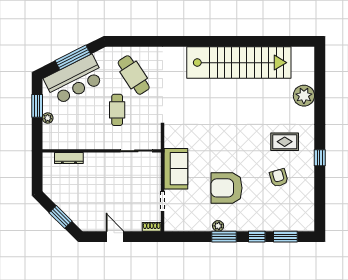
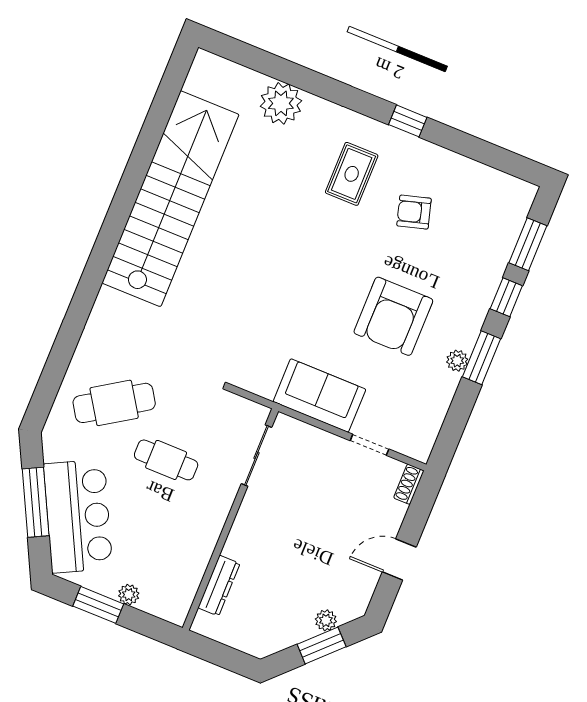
plant: (73, 214) -> (326, 620), added

